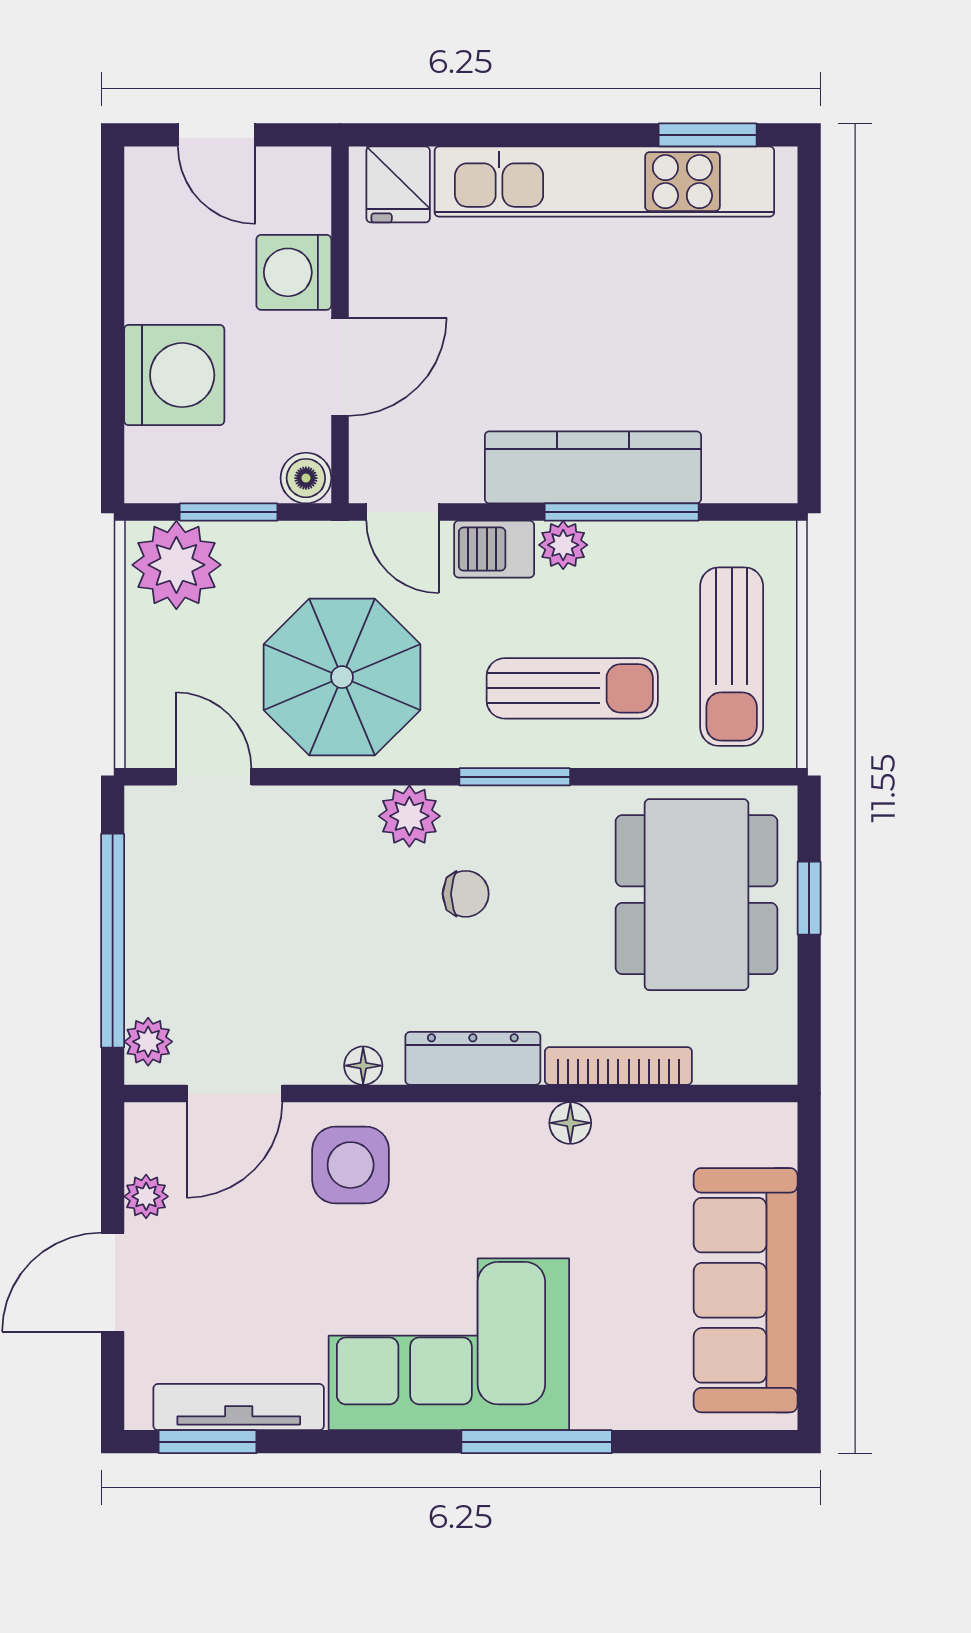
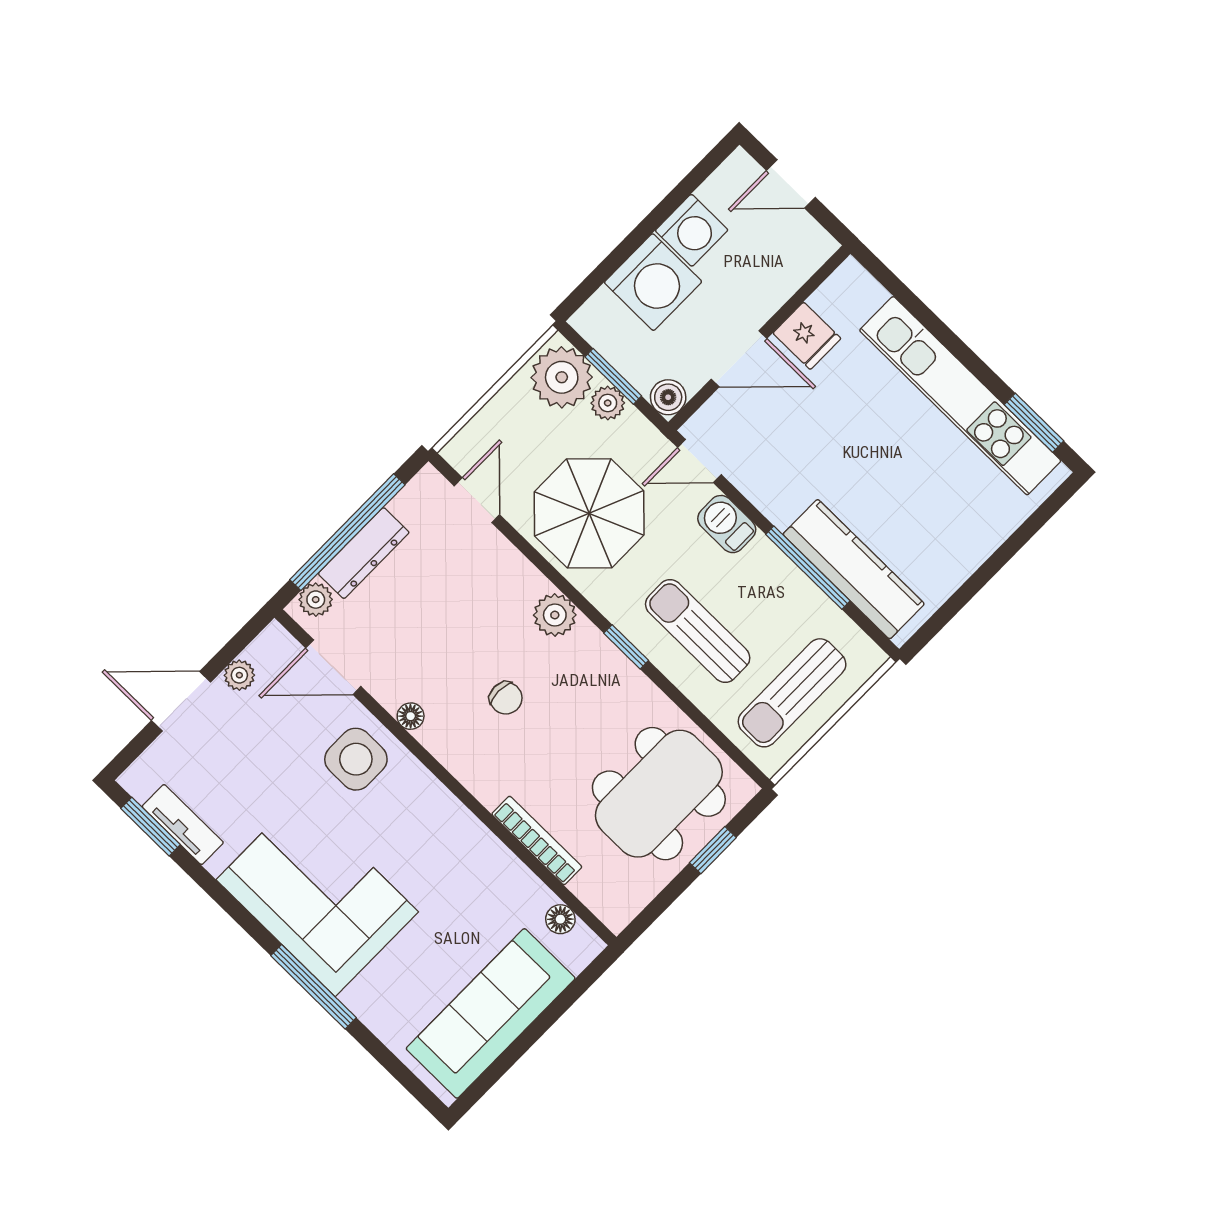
door: (217, 135) -> (791, 184), hinge flipped
fridge: (398, 184) -> (807, 336), moved, turned -90
washing machine: (294, 272) -> (692, 230), moved, turned 180
kitchen counter: (593, 467) -> (854, 569), moved
door: (403, 512) -> (699, 461), hinge flipped
plant: (563, 545) -> (608, 403), moved
sun lounger: (572, 688) -> (698, 631), turned 180
window: (515, 777) -> (626, 647), width x0.67
chair: (466, 894) -> (506, 698), moved
dresser: (473, 1058) -> (364, 553), moved, turned 90
floor lamp: (570, 1123) -> (560, 919), moved
tv unit: (239, 1407) -> (183, 825), width x0.71

